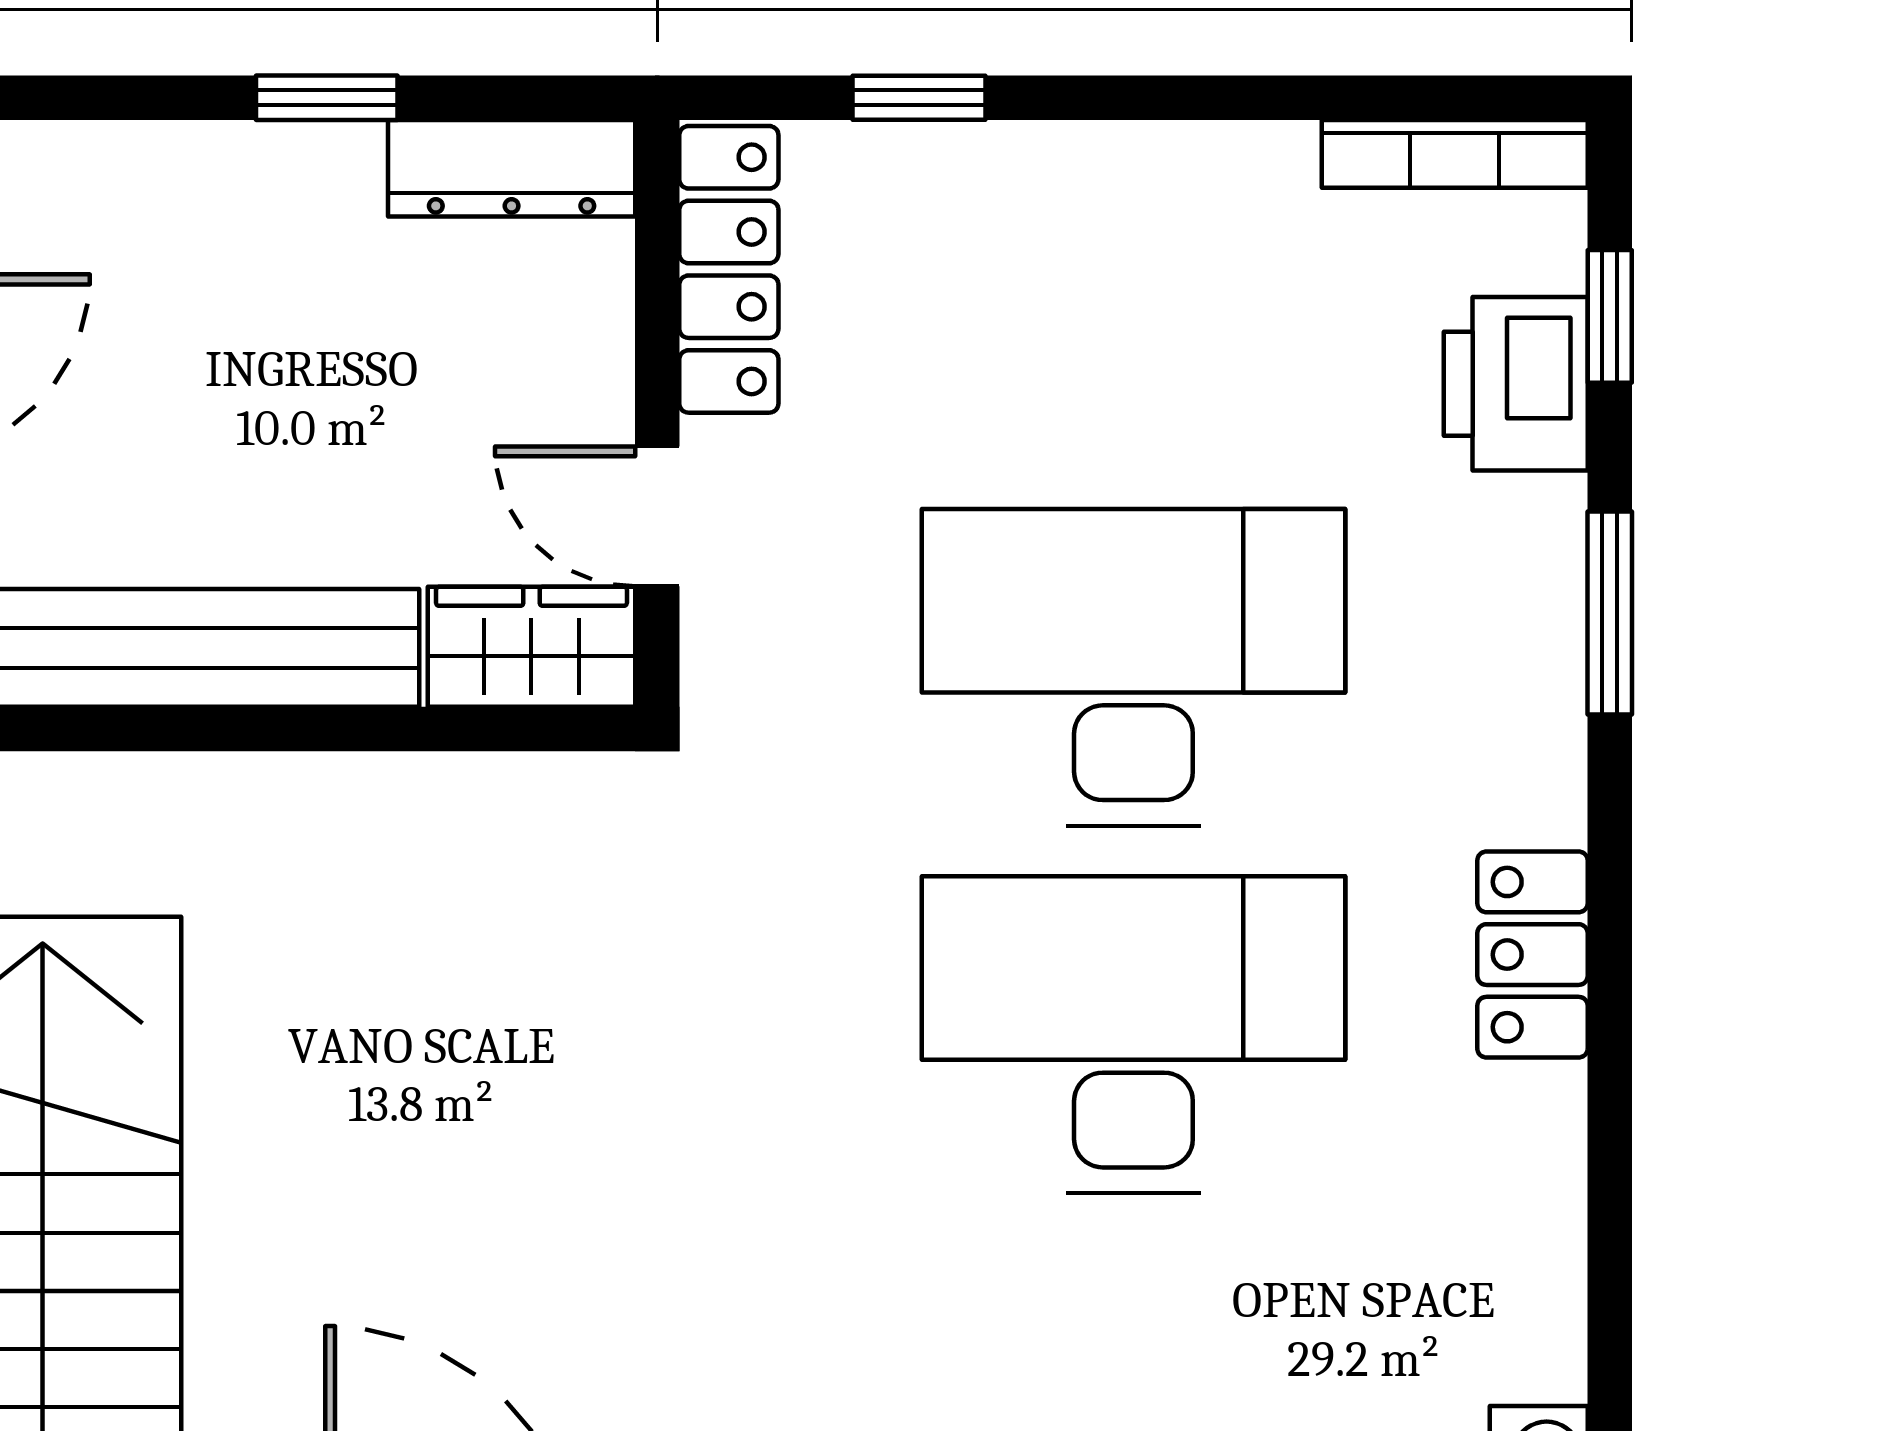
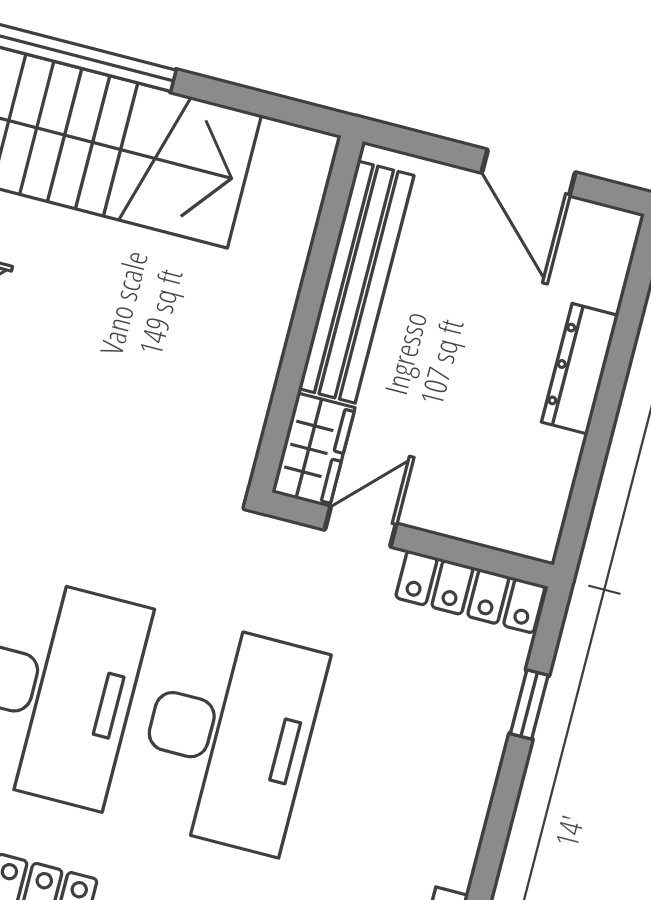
window: (327, 98) -> (603, 420), removed
dresser: (512, 168) -> (580, 369), moved

